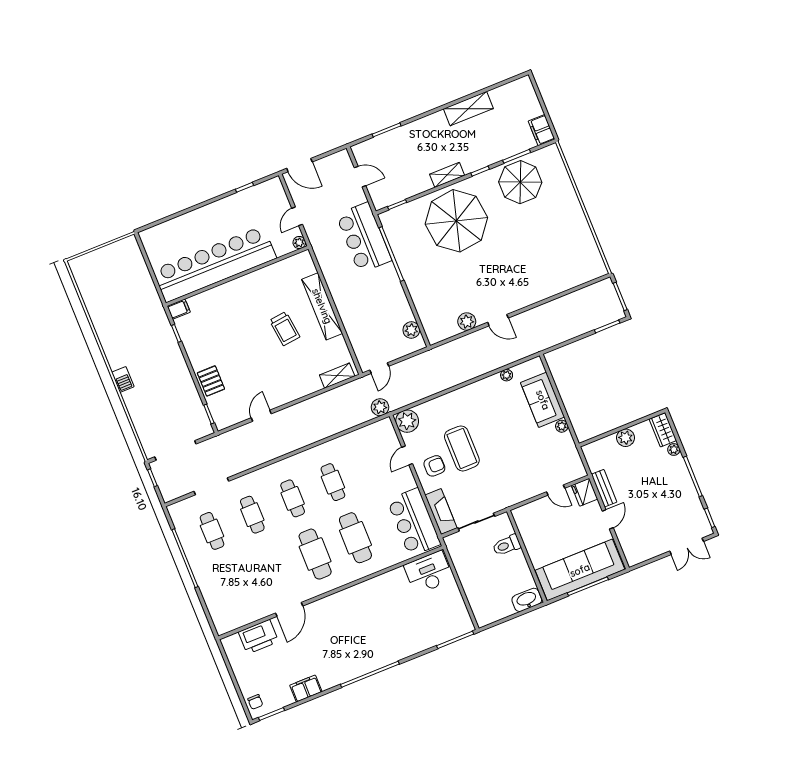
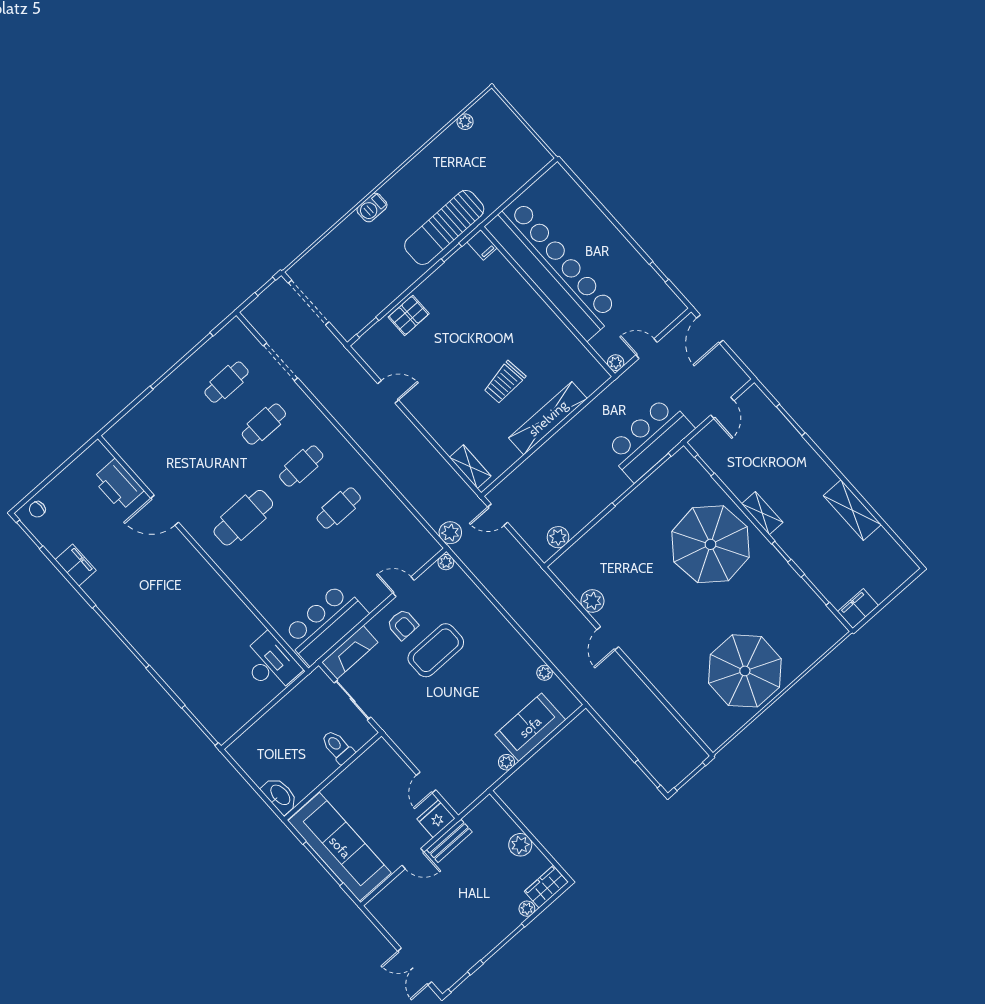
parasol: (520, 182) -> (745, 671), moved, width x1.36, depth x1.36
plant: (85, 289) -> (465, 122), added
sun lounger: (156, 332) -> (444, 227), added
plant: (407, 421) -> (446, 562), width x0.53, depth x0.53
cafe table: (355, 538) -> (281, 560), removed

